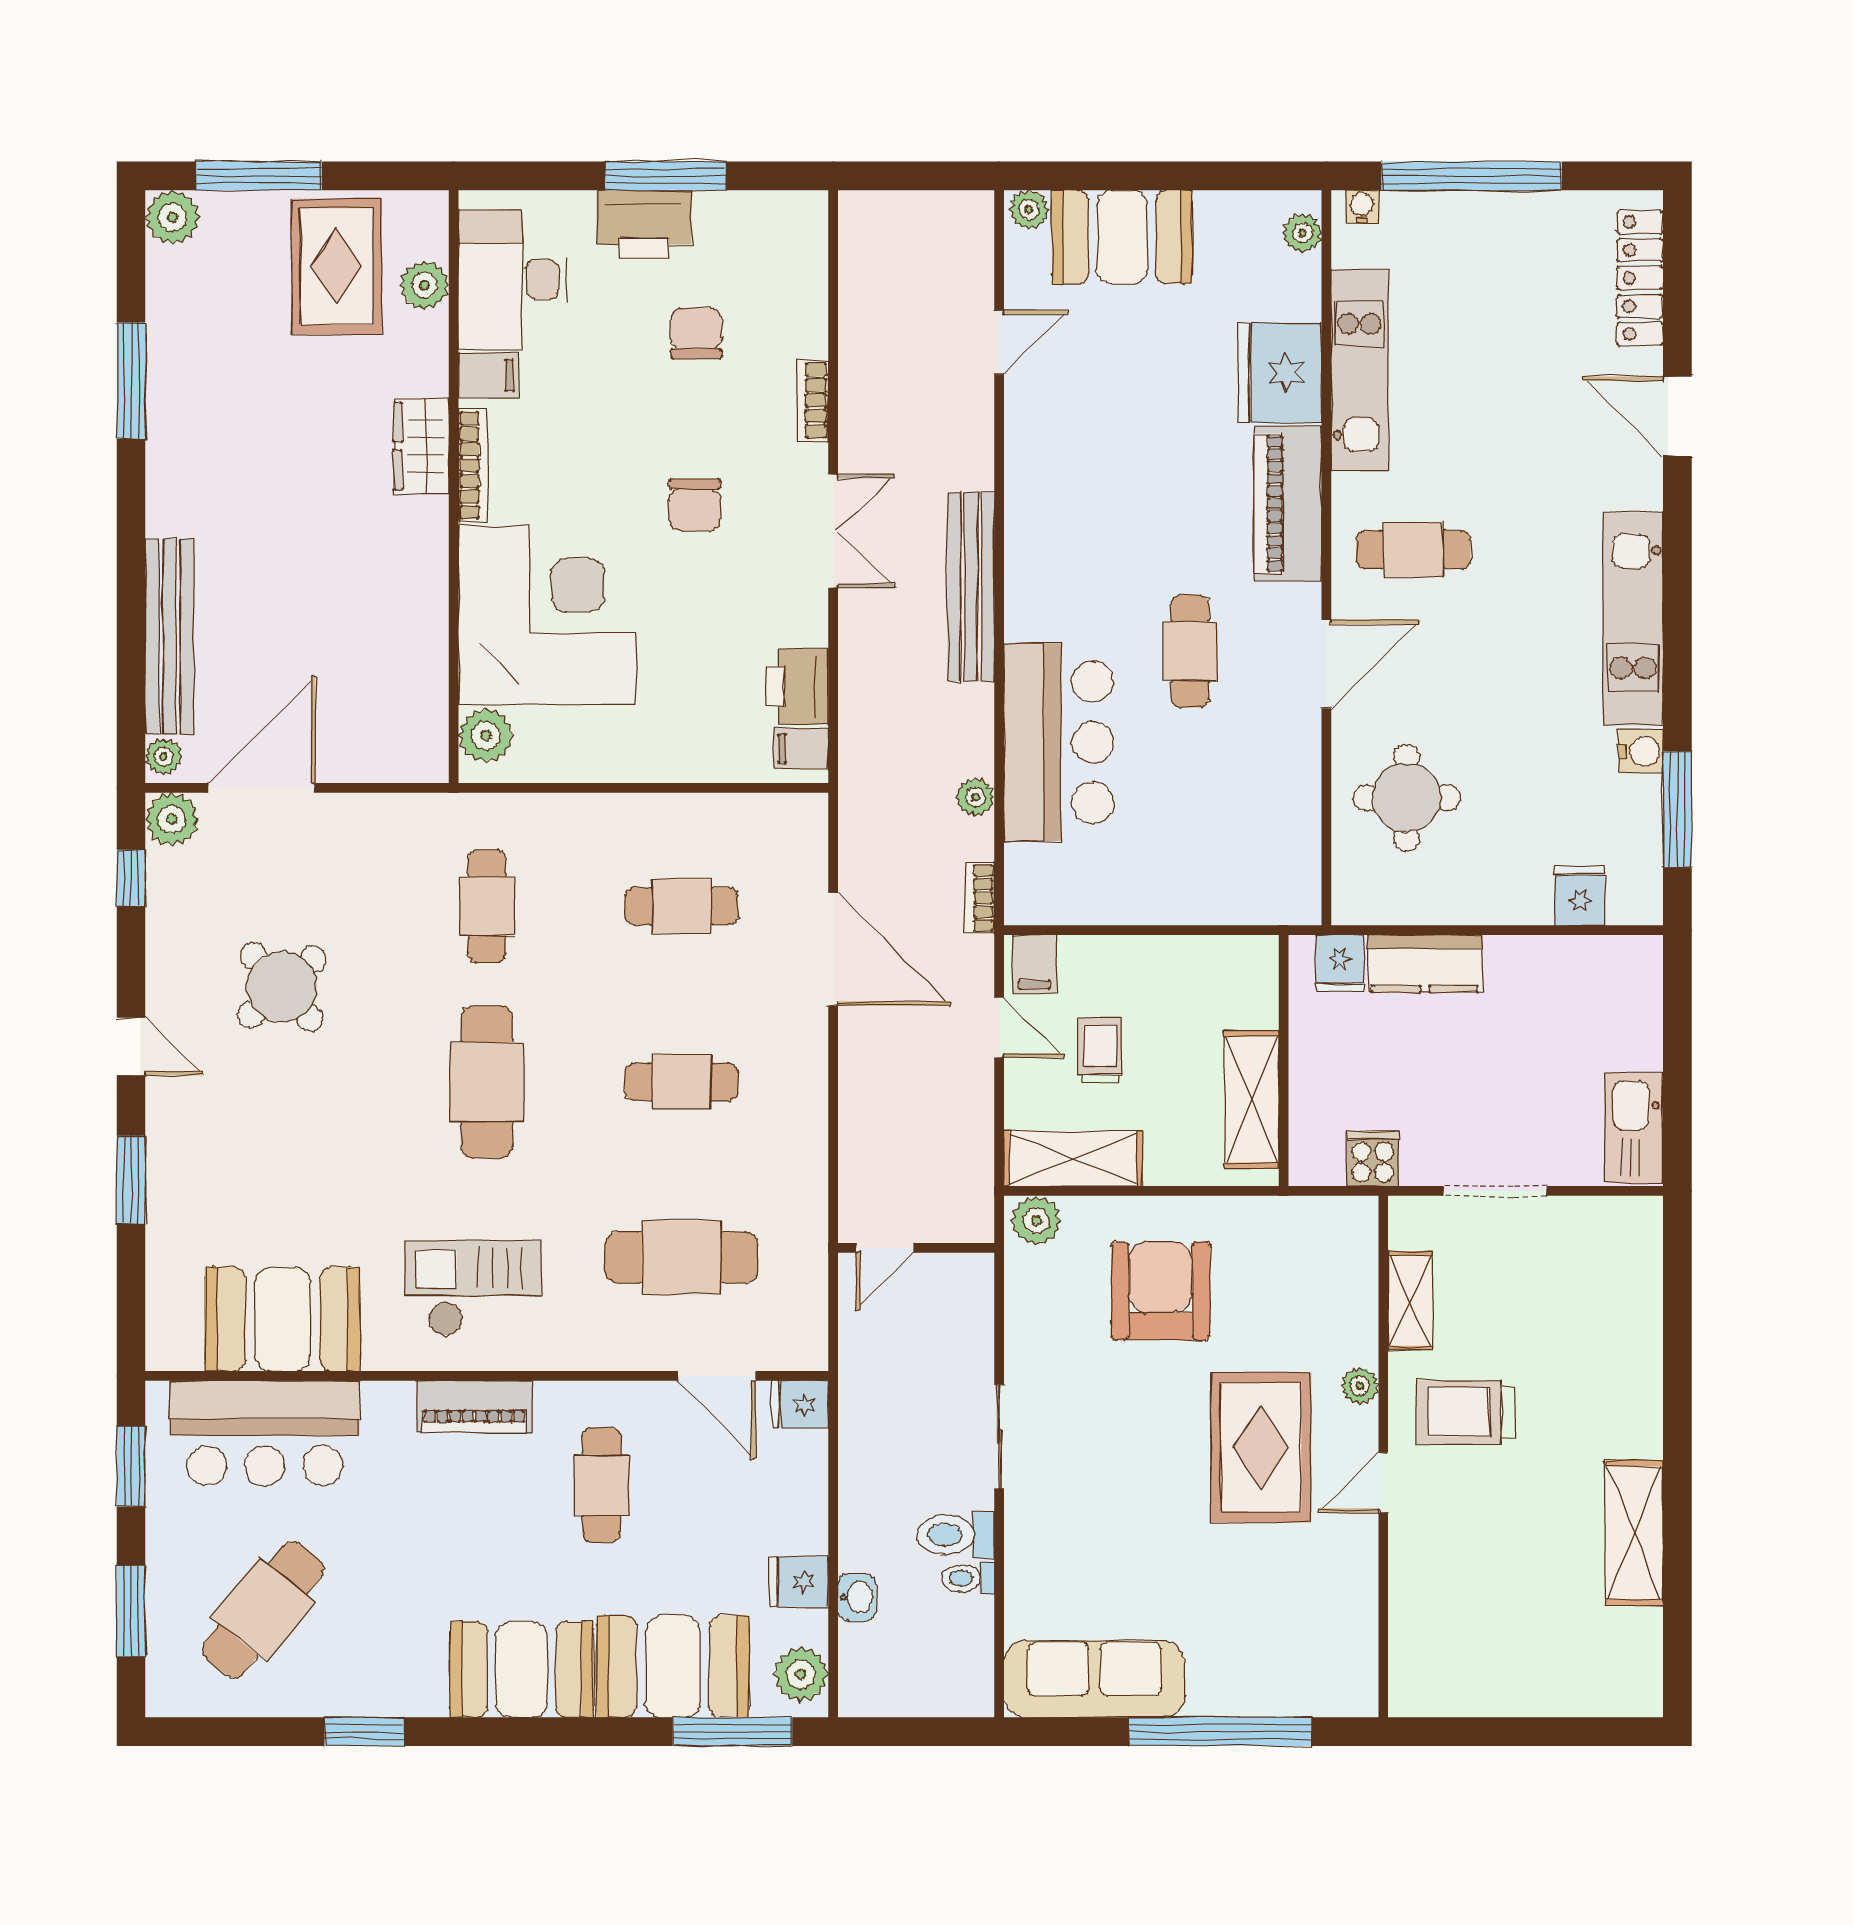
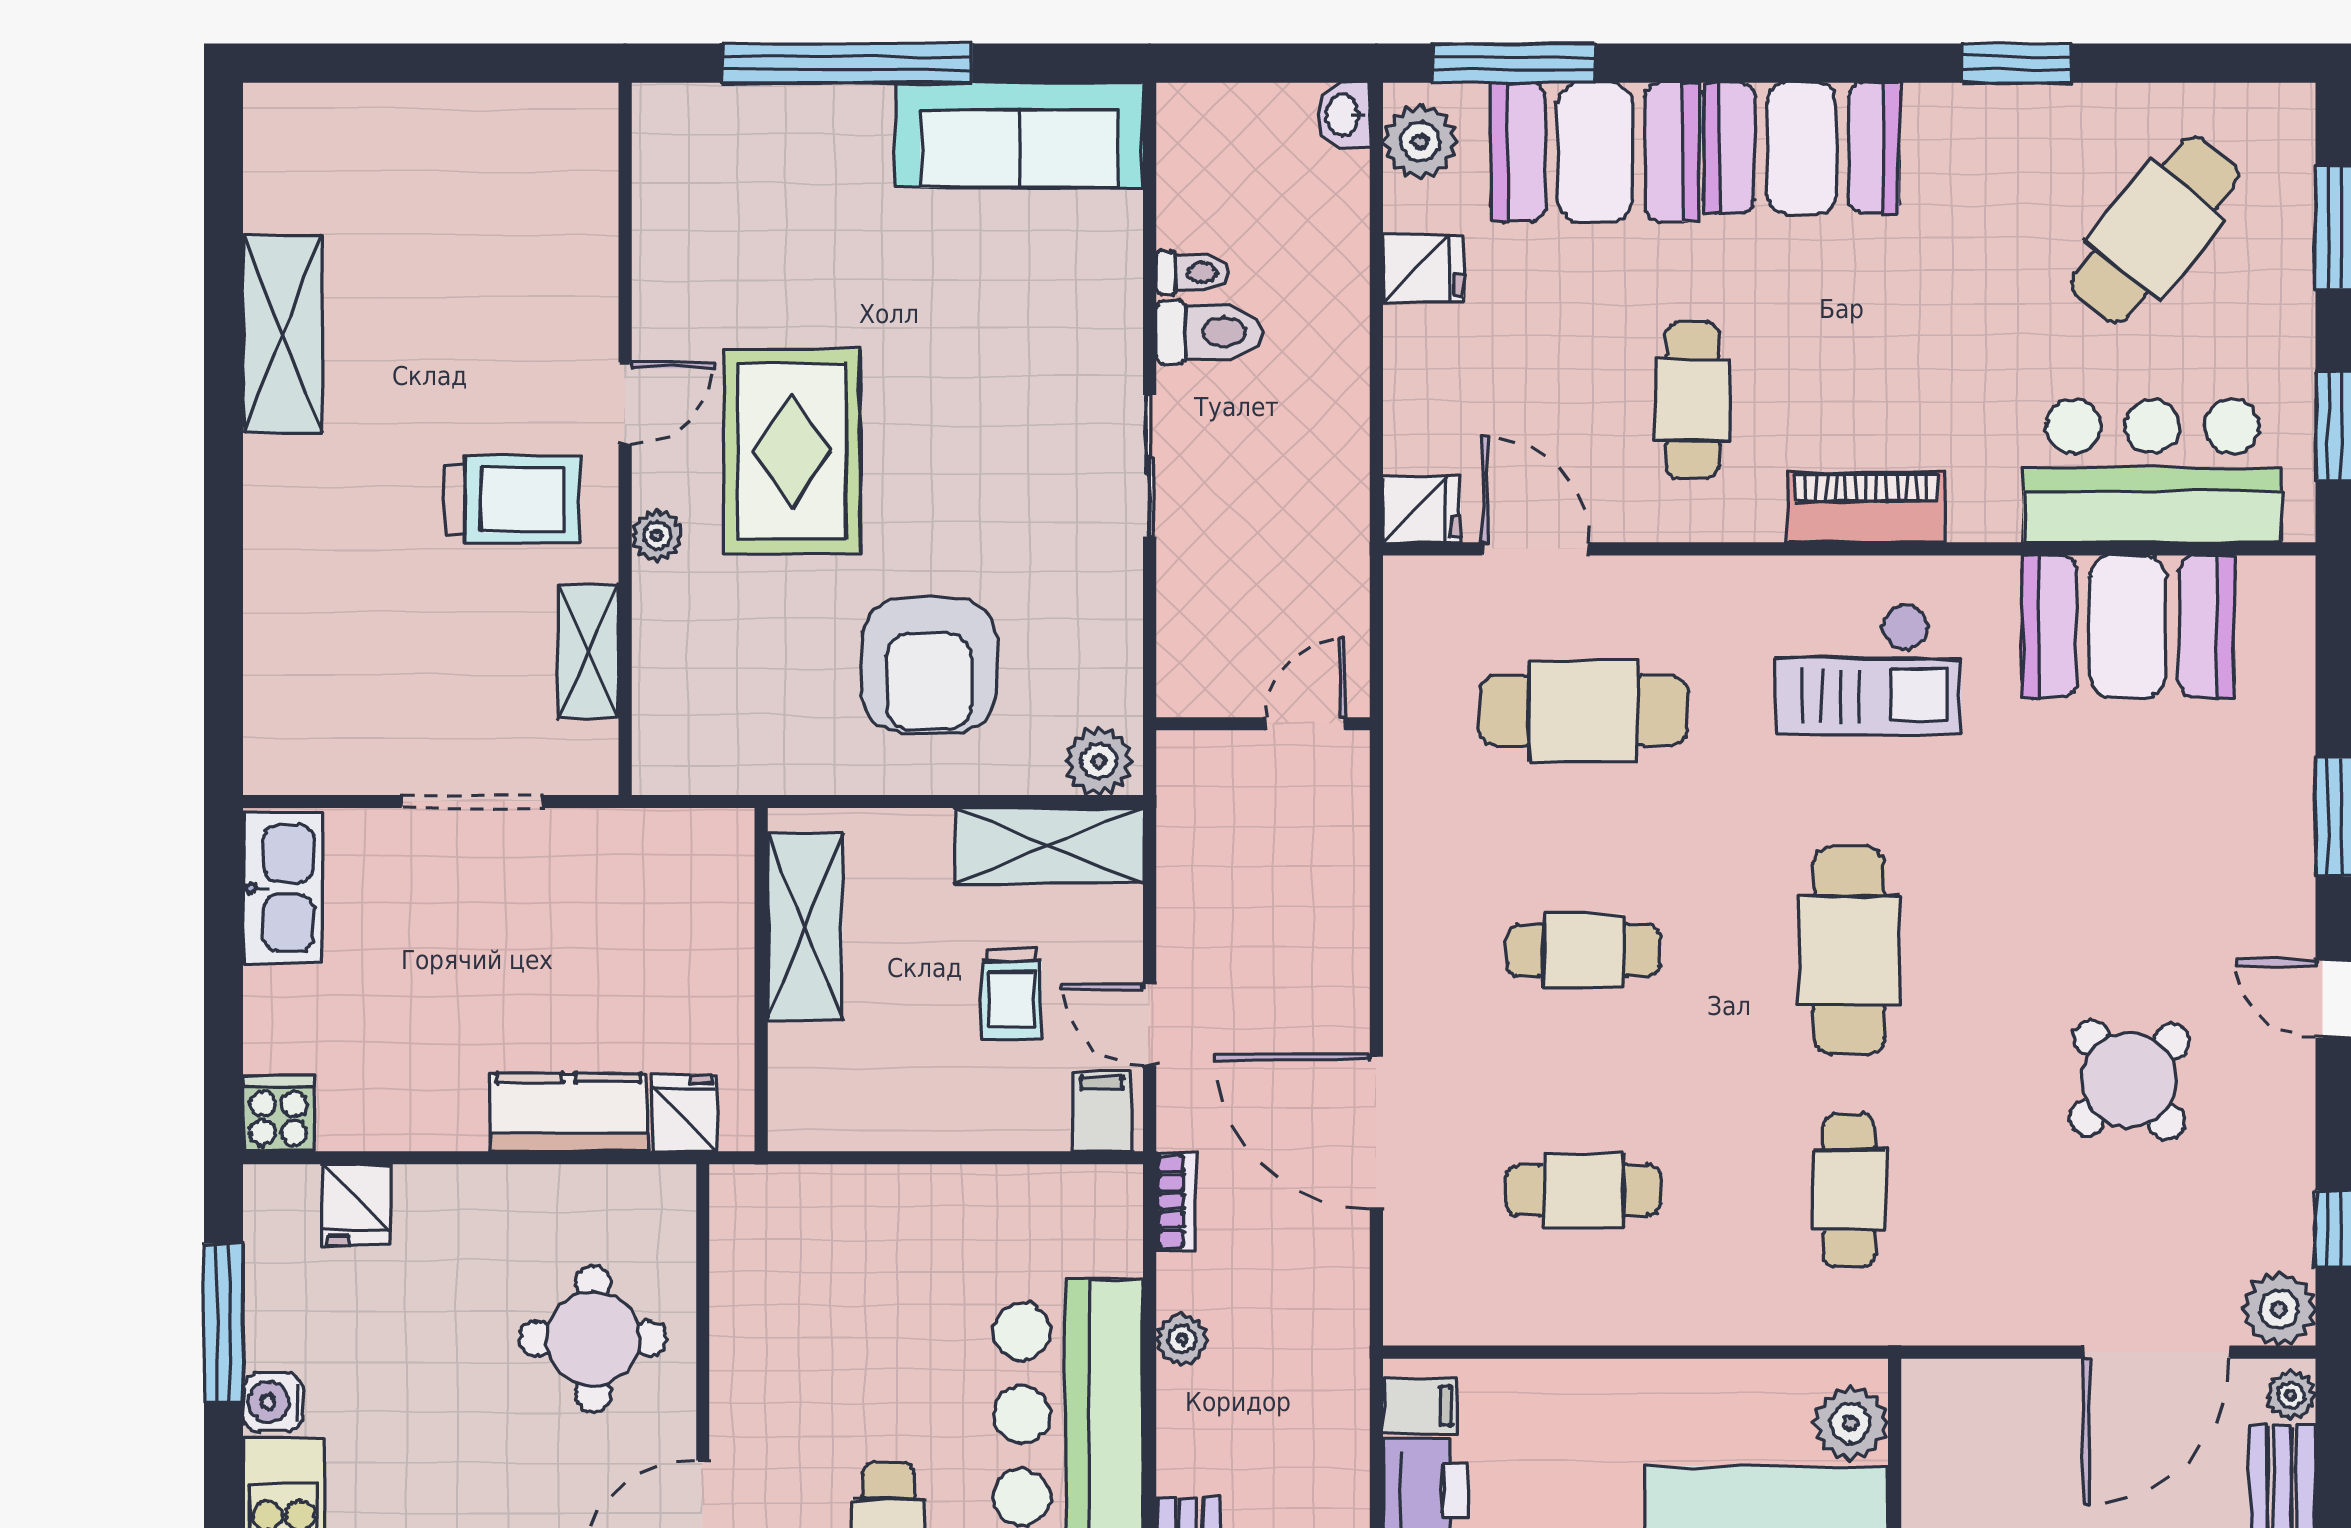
cooker: (1373, 1159) -> (278, 1114), moved, turned 180
washbasin: (857, 1597) -> (1344, 115), moved

